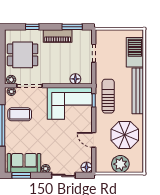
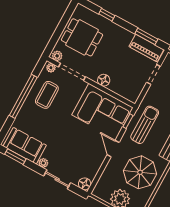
piano: (58, 36) -> (146, 48), moved
floor lamp: (75, 79) -> (104, 80), moved
coffee table: (20, 114) -> (47, 95), turned 90
door: (94, 140) -> (113, 149), moved

